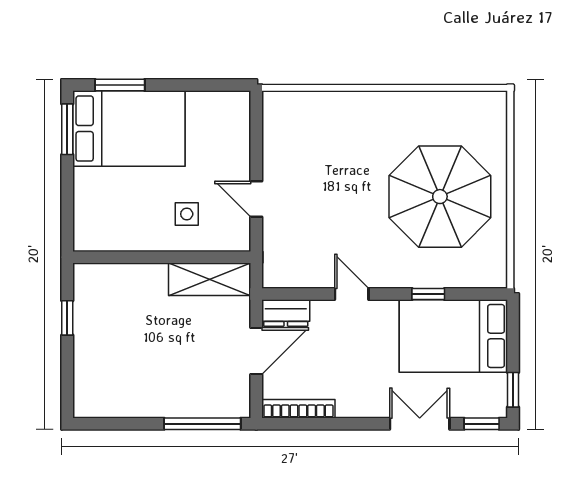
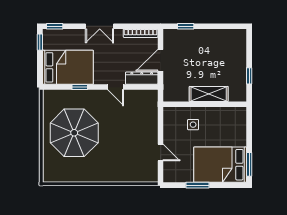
window: (120, 85) -> (198, 185), moved
door: (256, 199) -> (160, 153), moved
shelving: (210, 279) -> (209, 94), moved
dresser: (286, 313) -> (142, 78), width x1.44
window: (202, 424) -> (186, 26), width x0.46
double door: (420, 424) -> (100, 26), moved

